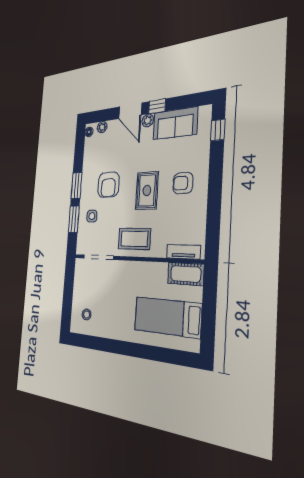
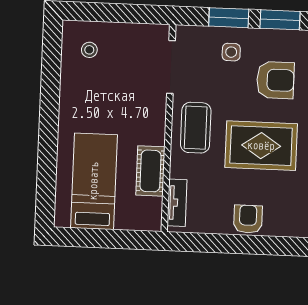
armchair: (183, 183) -> (248, 219), moved
armchair: (108, 185) -> (275, 80), turned 180
rug: (147, 191) -> (261, 146), width x1.36, depth x1.43
cot: (186, 274) -> (150, 171), moved

